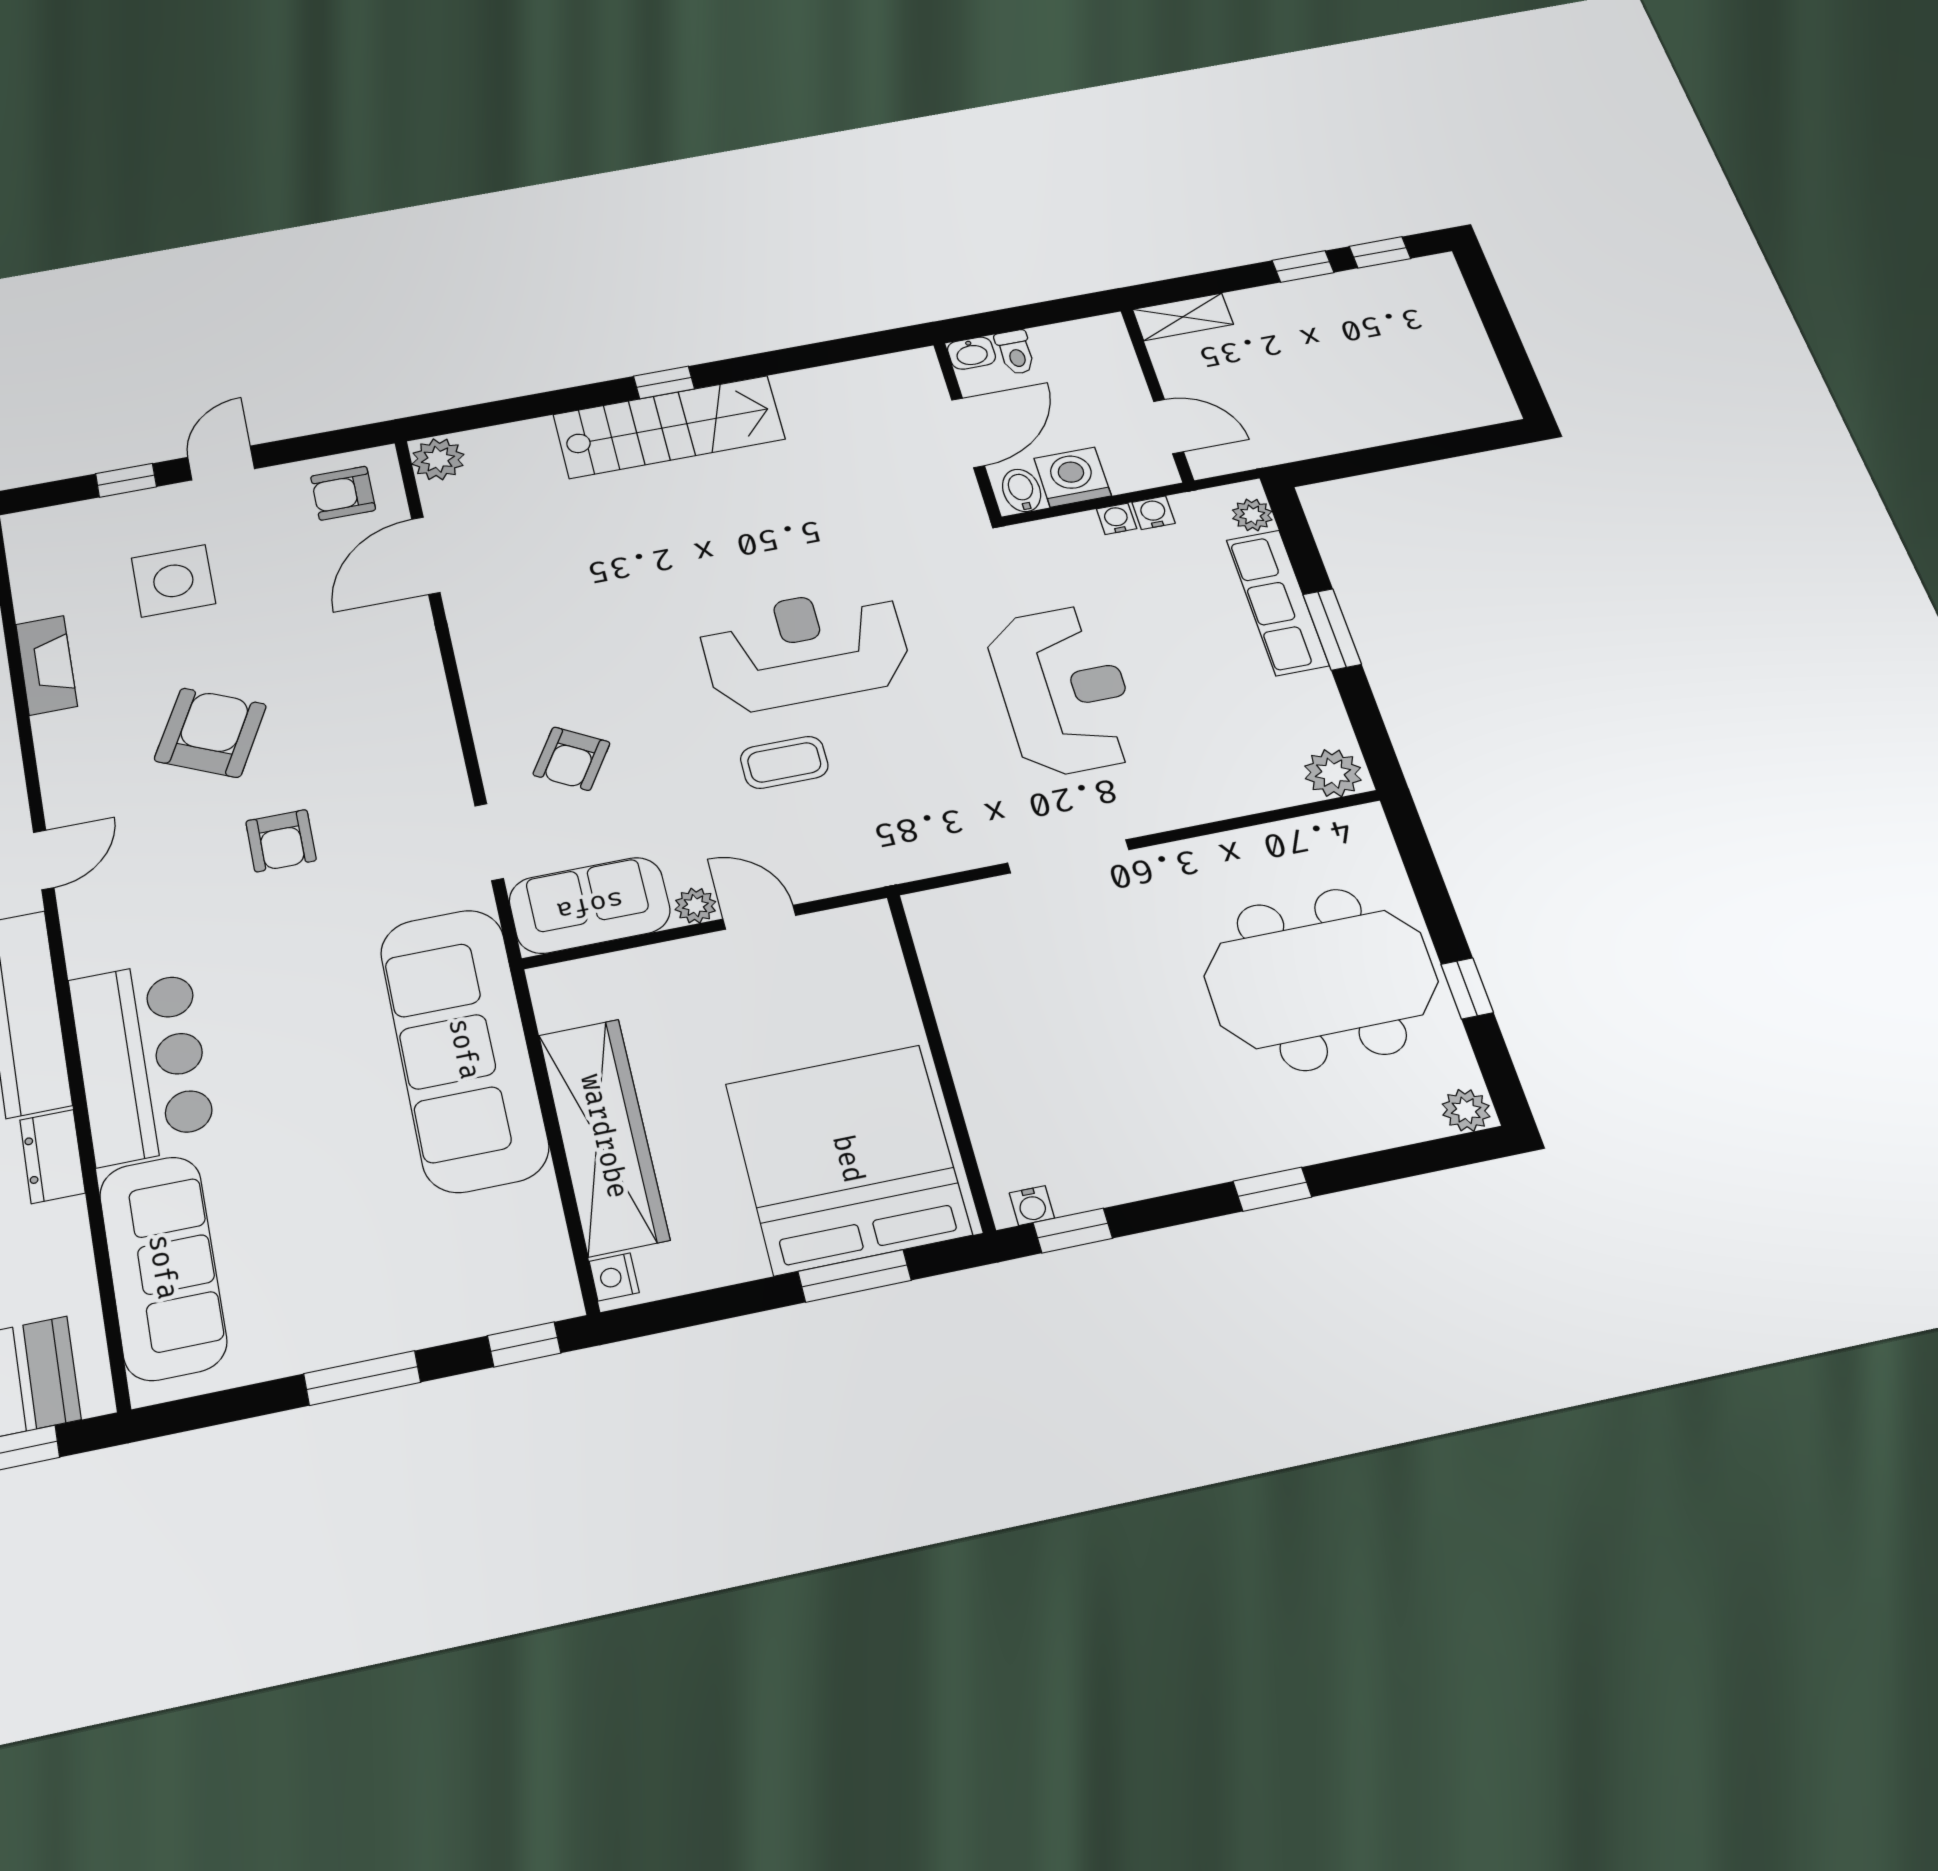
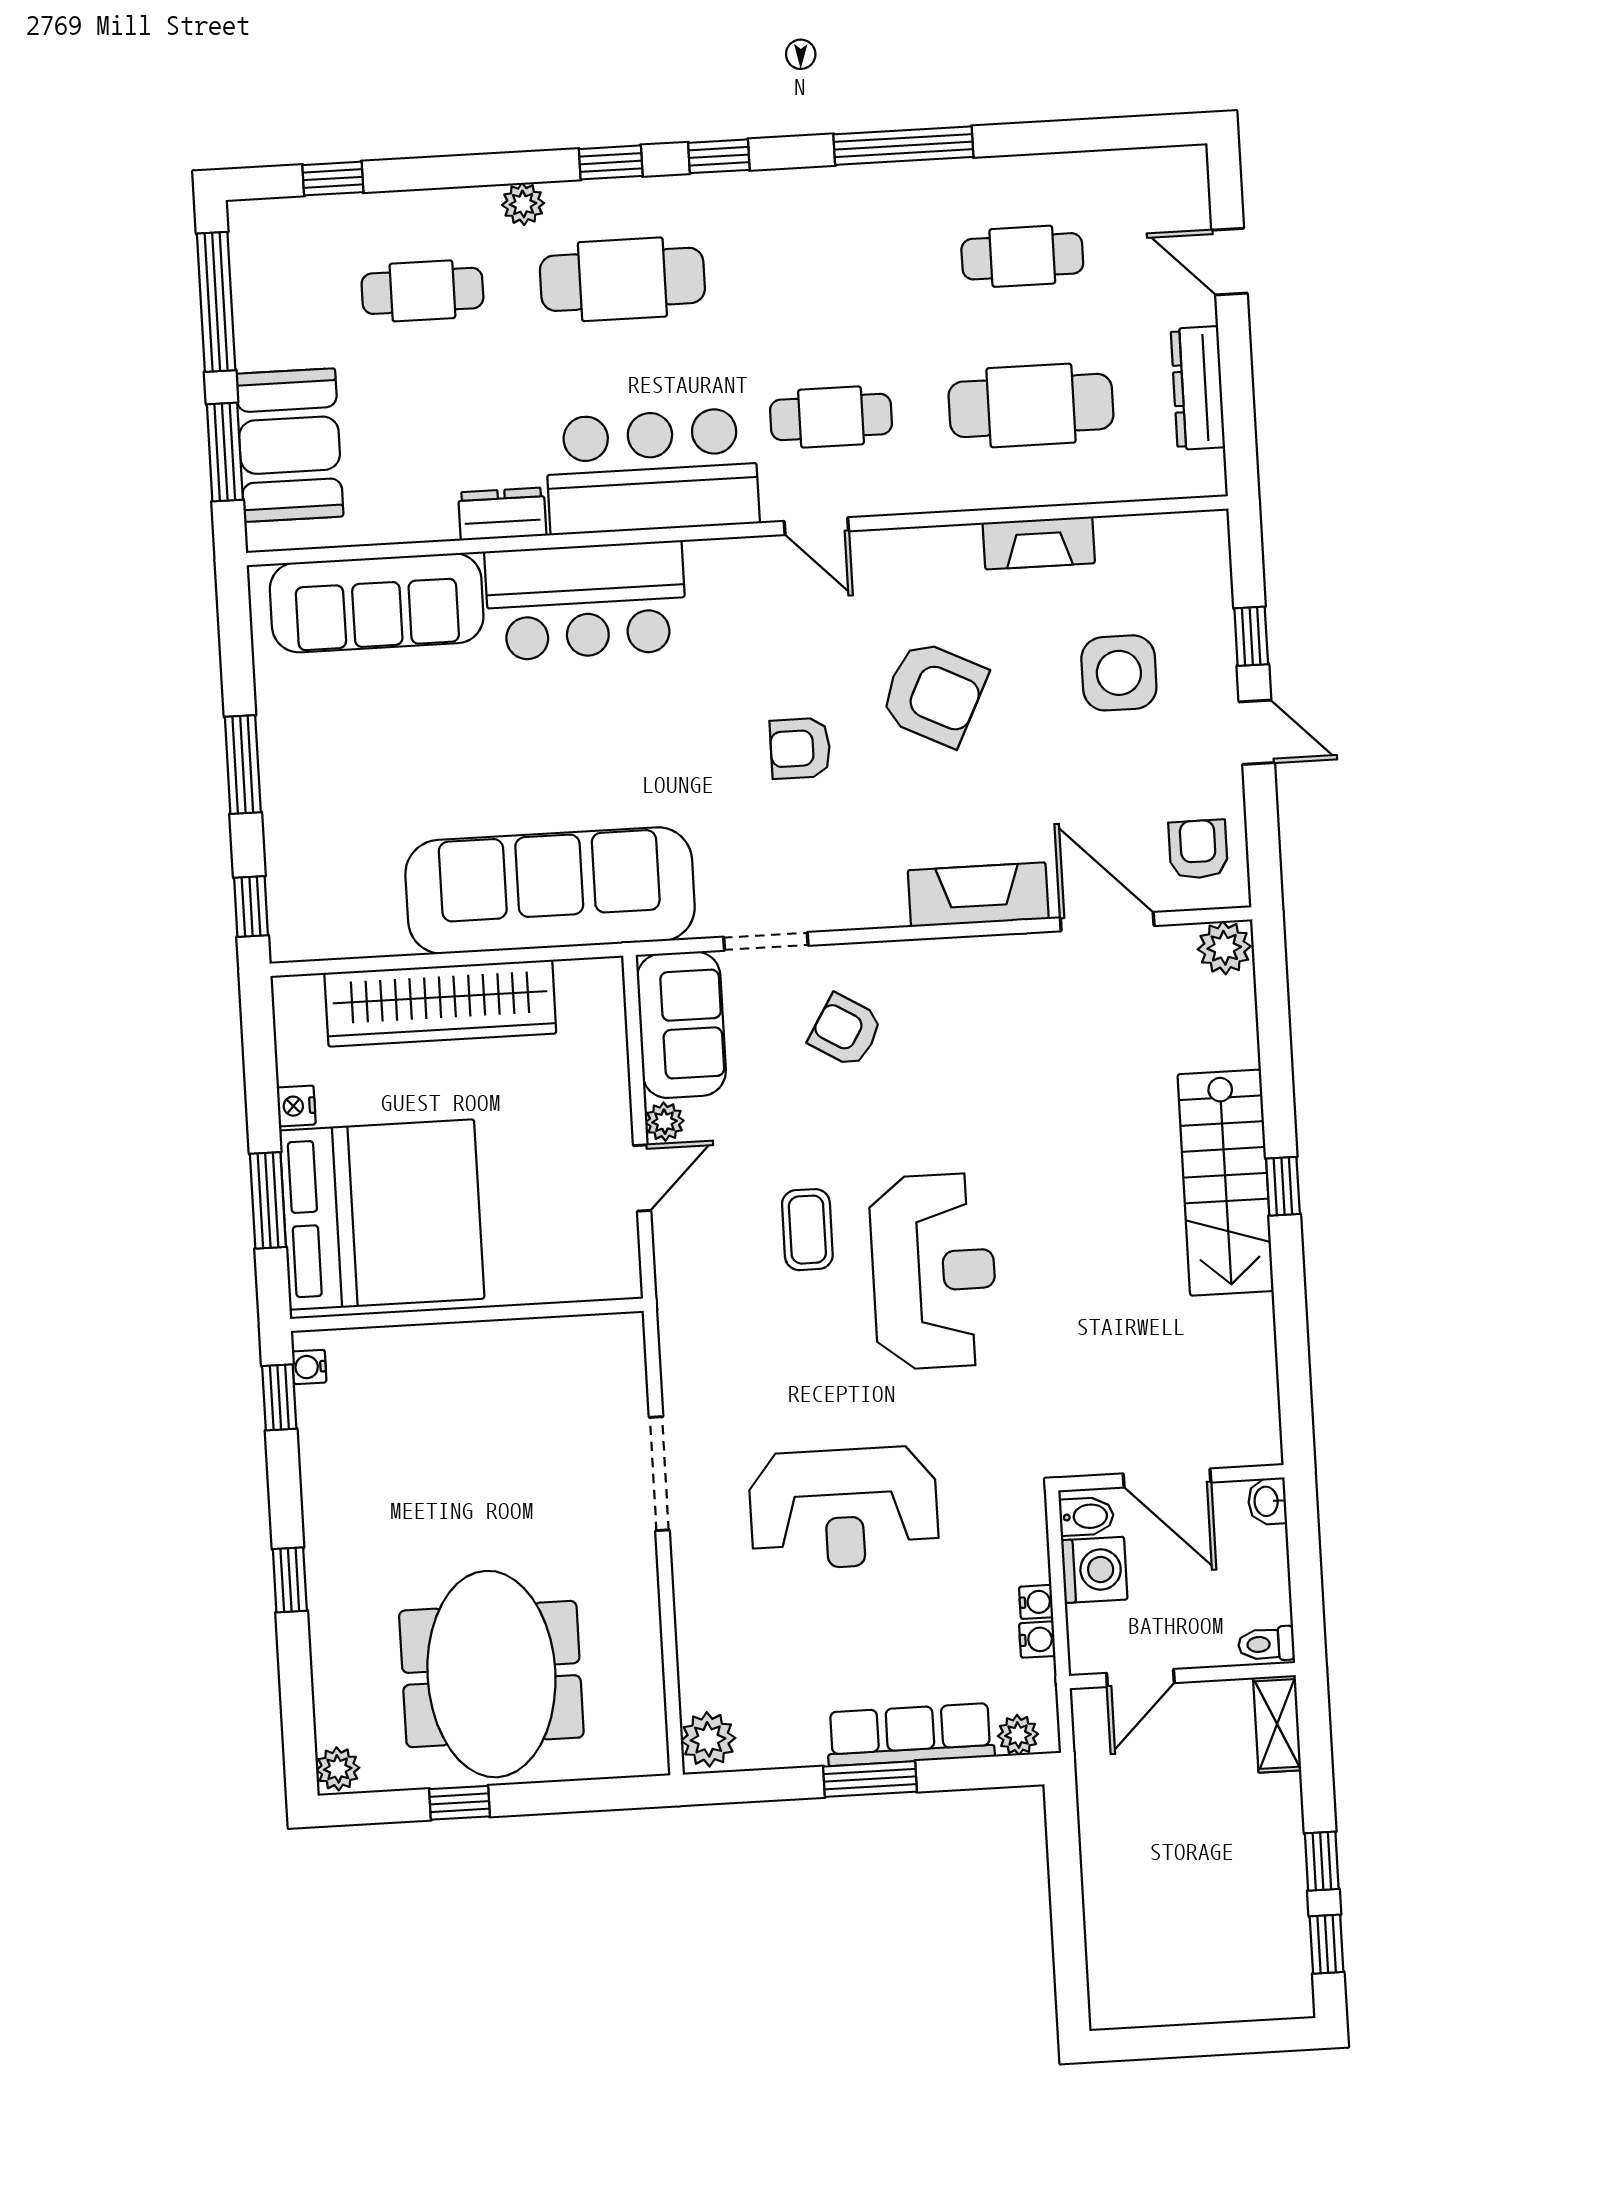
toilet: (1016, 352) -> (1266, 1644), moved
fireplace: (414, 666) -> (978, 895), added
nightstand: (614, 1277) -> (296, 1106), moved, turned -90

